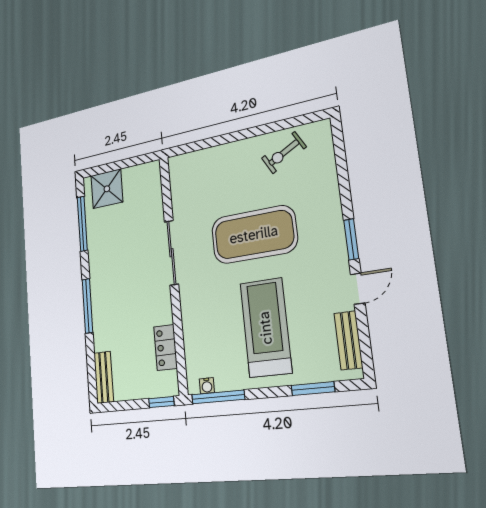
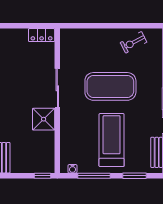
shower: (107, 189) -> (44, 119), moved
locker: (166, 348) -> (42, 35), moved, turned -90
window: (218, 397) -> (94, 176), moved

